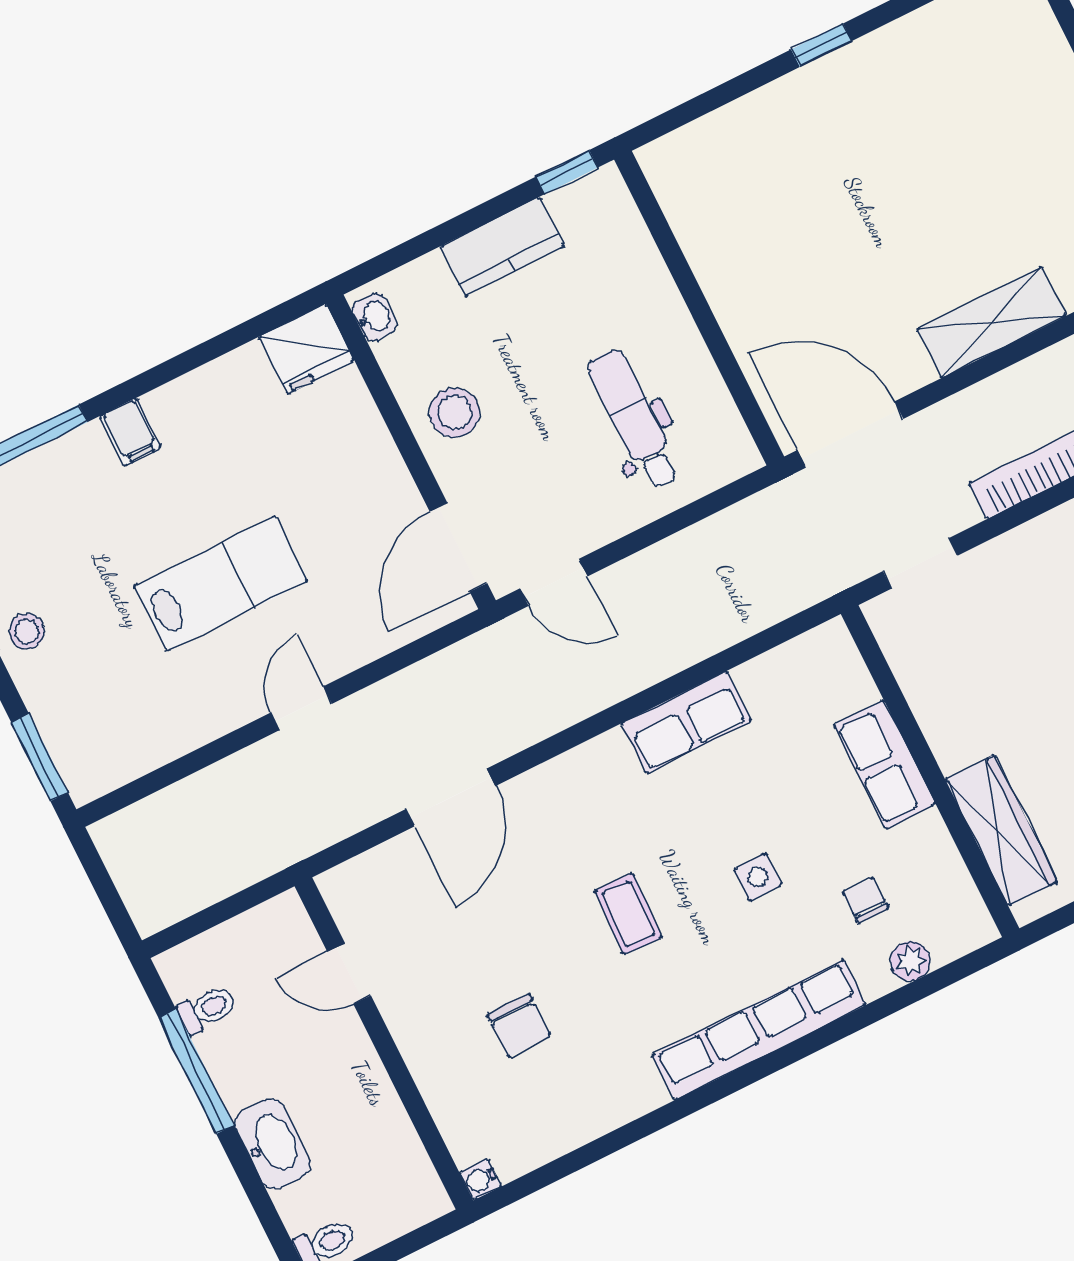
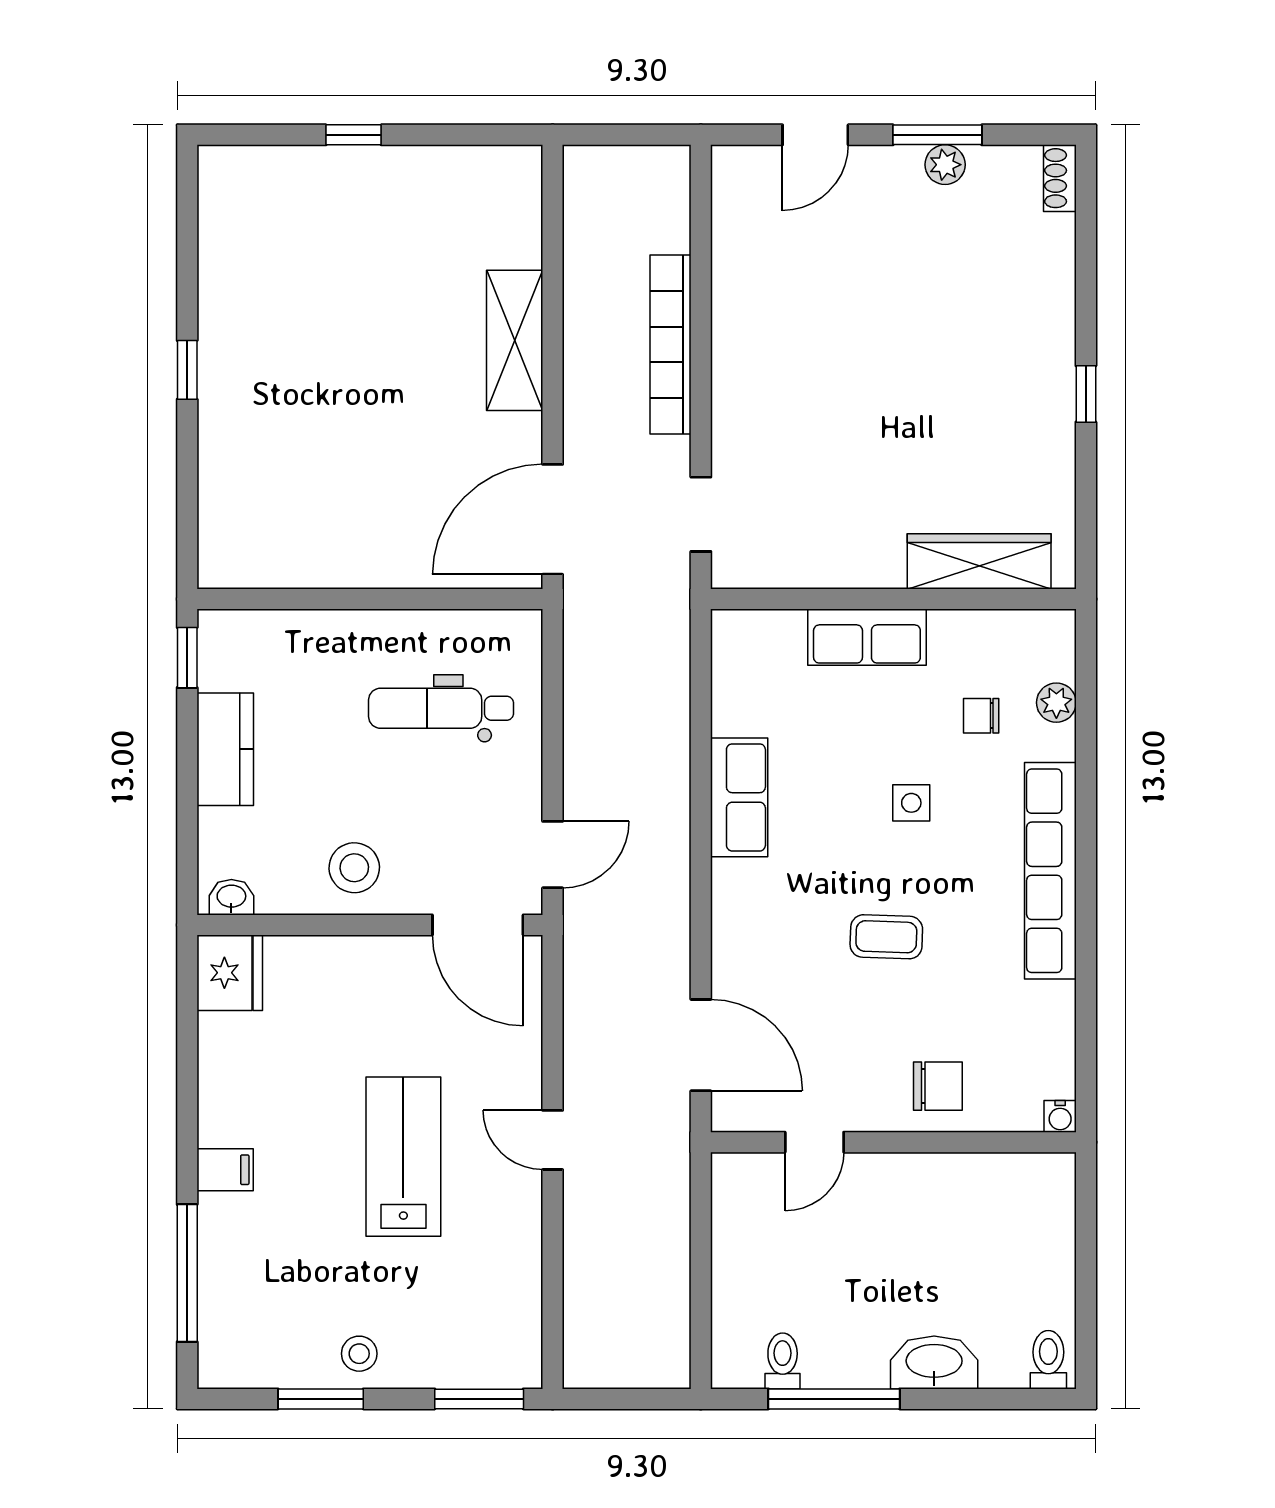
door: (349, 974) -> (814, 1142), moved
wall: (384, 1043) -> (893, 1142), moved
water cooler: (480, 1180) -> (1060, 1116), moved

